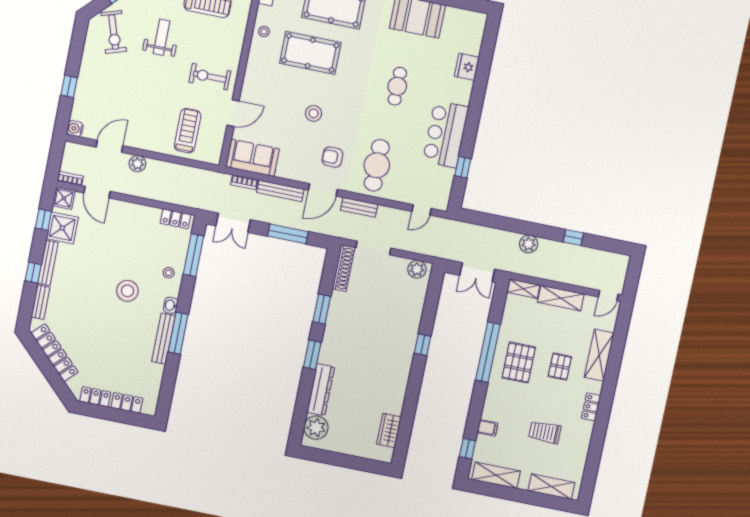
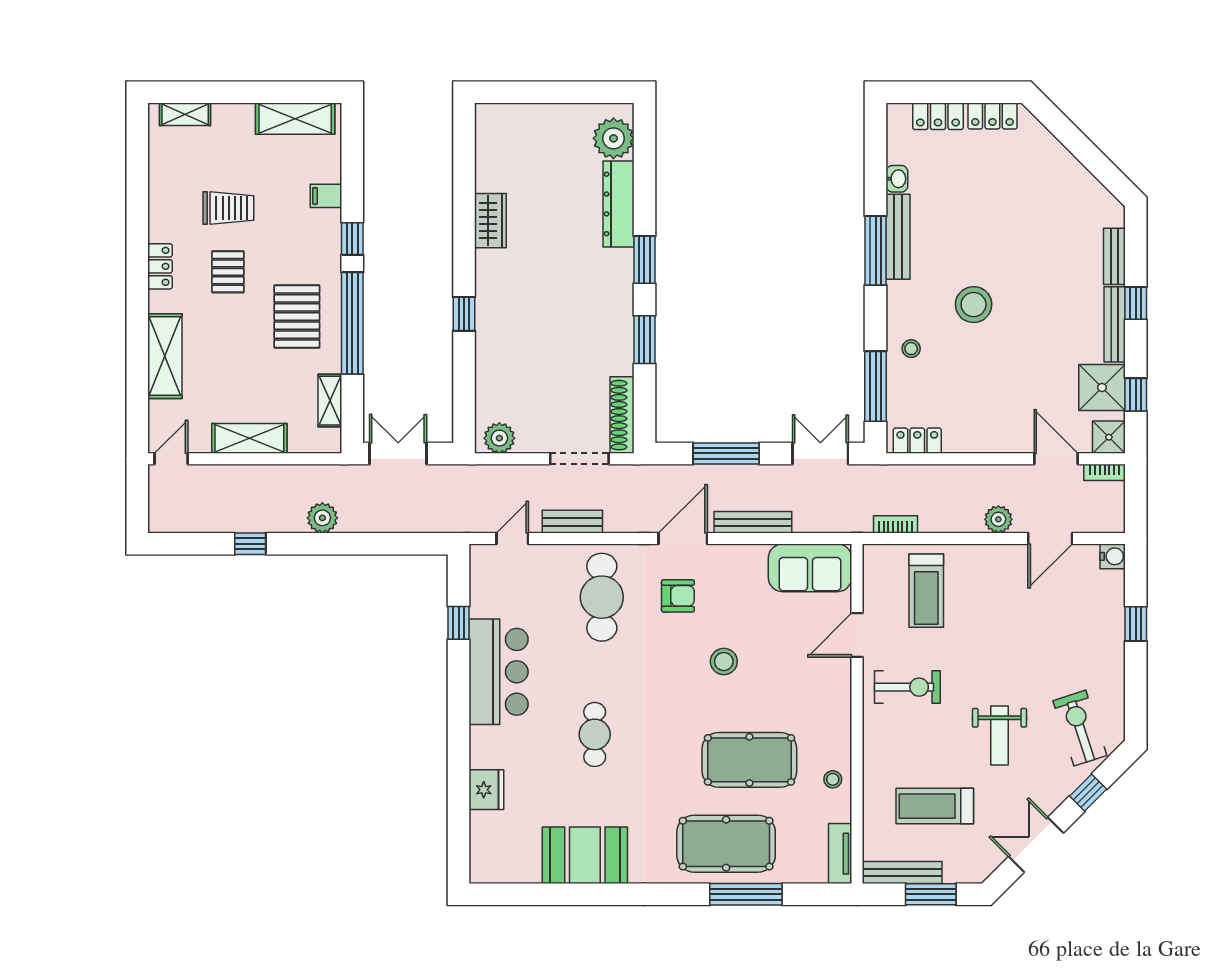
bookcase: (244, 182) -> (895, 524), moved
bench: (359, 207) -> (572, 522), moved
shelving: (523, 289) -> (330, 401), moved, turned 90
washbasin: (171, 305) -> (897, 179), moved
locker: (55, 353) -> (1075, 176), removed
pallet: (560, 367) -> (228, 272), moved
wardrobe: (389, 430) -> (490, 221), moved
window: (467, 449) -> (352, 239), moved
shelving: (551, 487) -> (185, 114), width x0.67, depth x0.75

